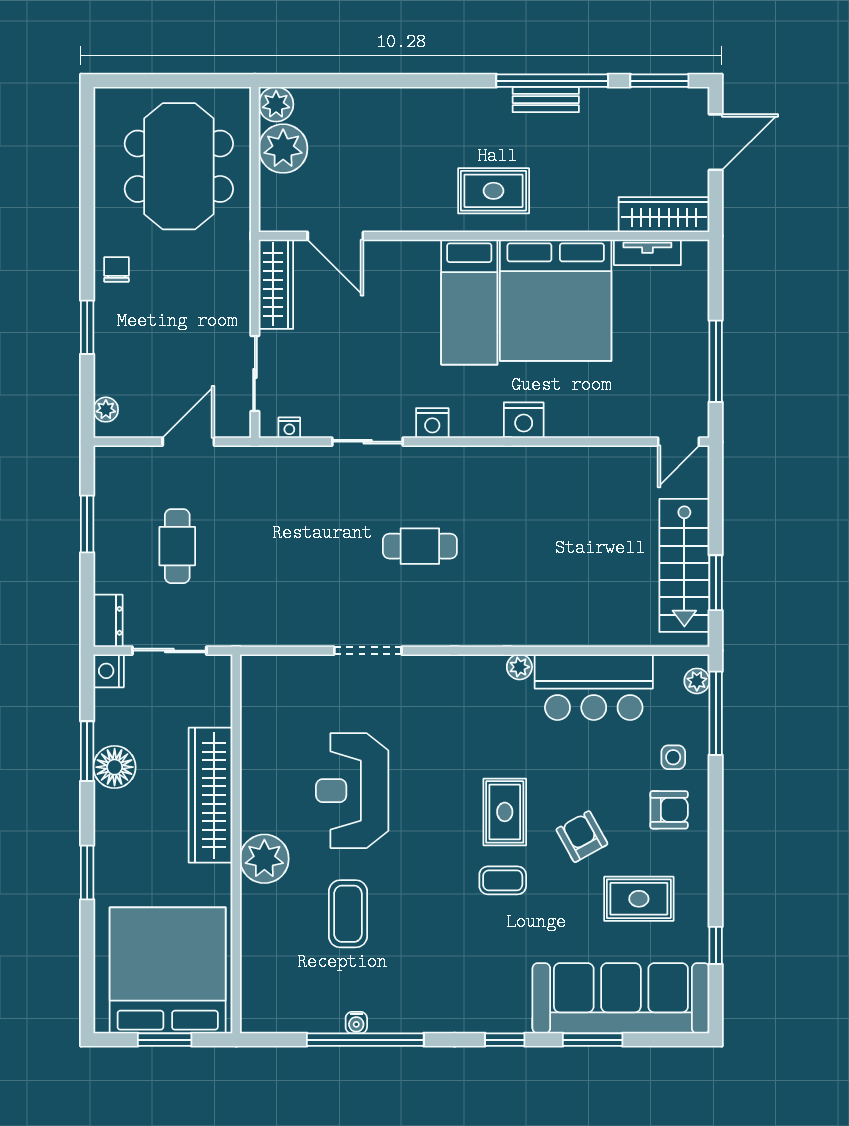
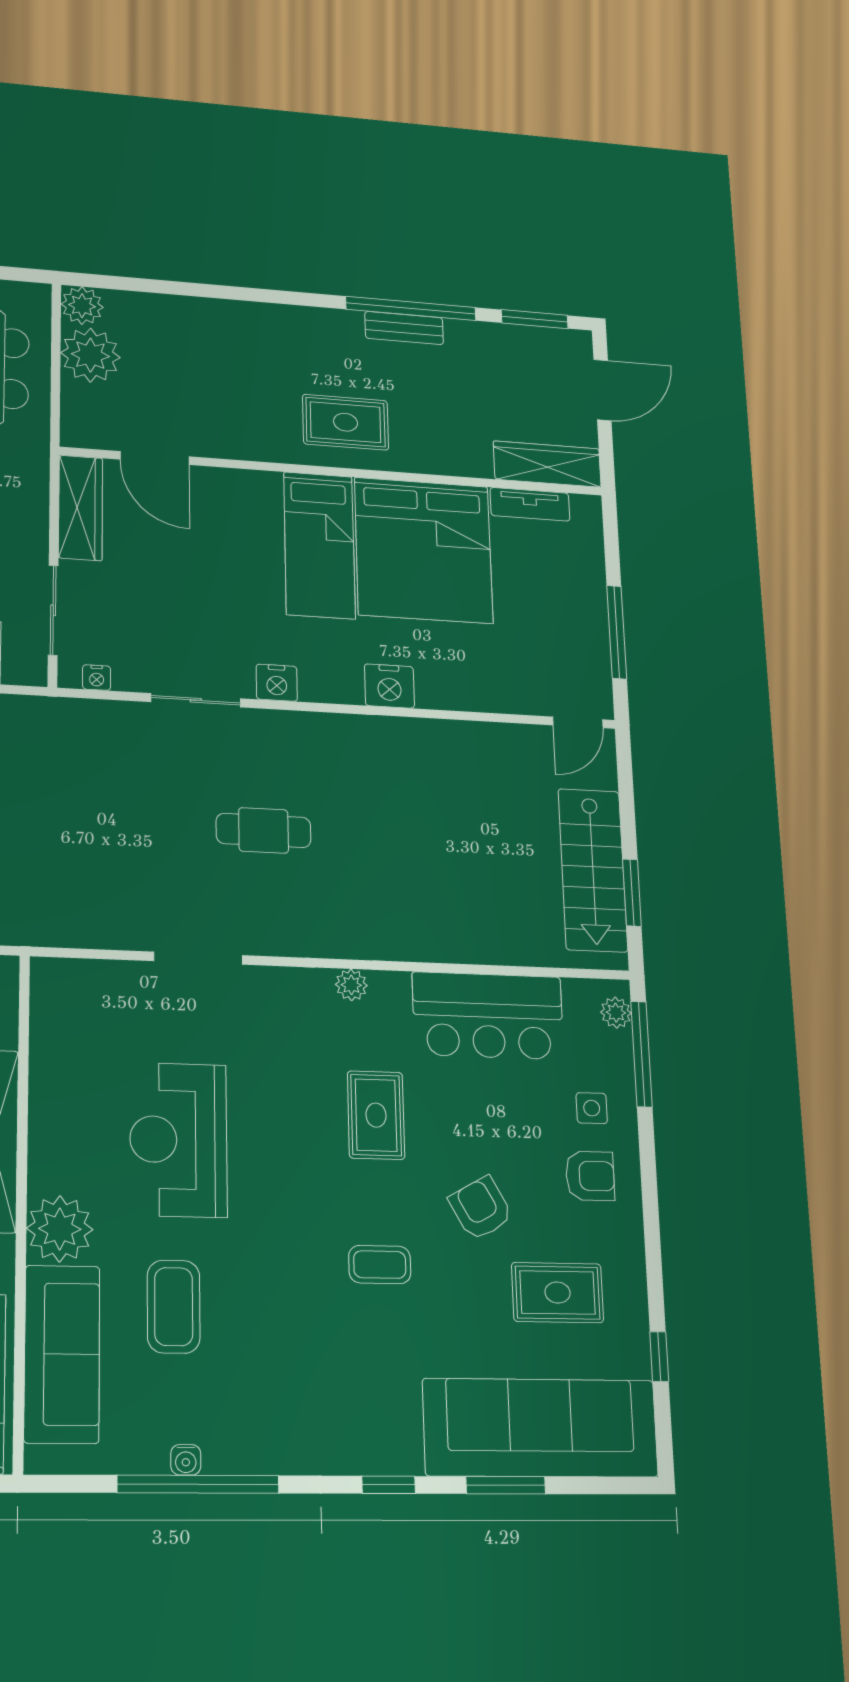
plant: (519, 667) -> (351, 985), moved
rug: (505, 812) -> (376, 1115), moved
sofa: (267, 949) -> (62, 1354), added

